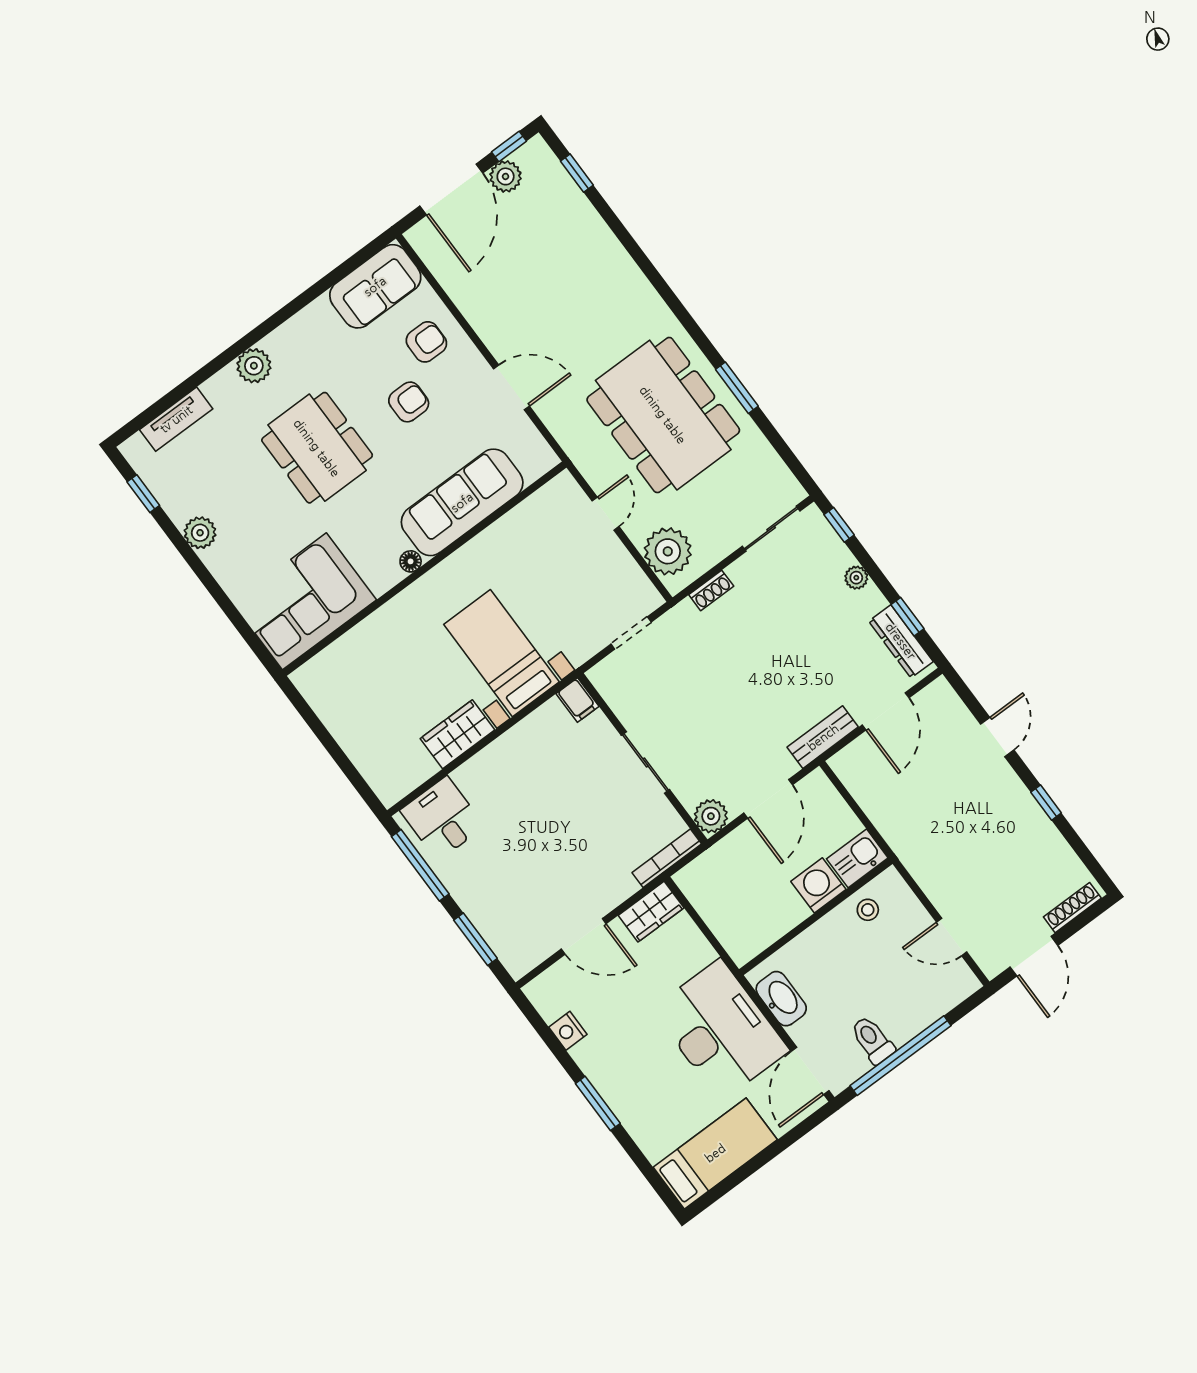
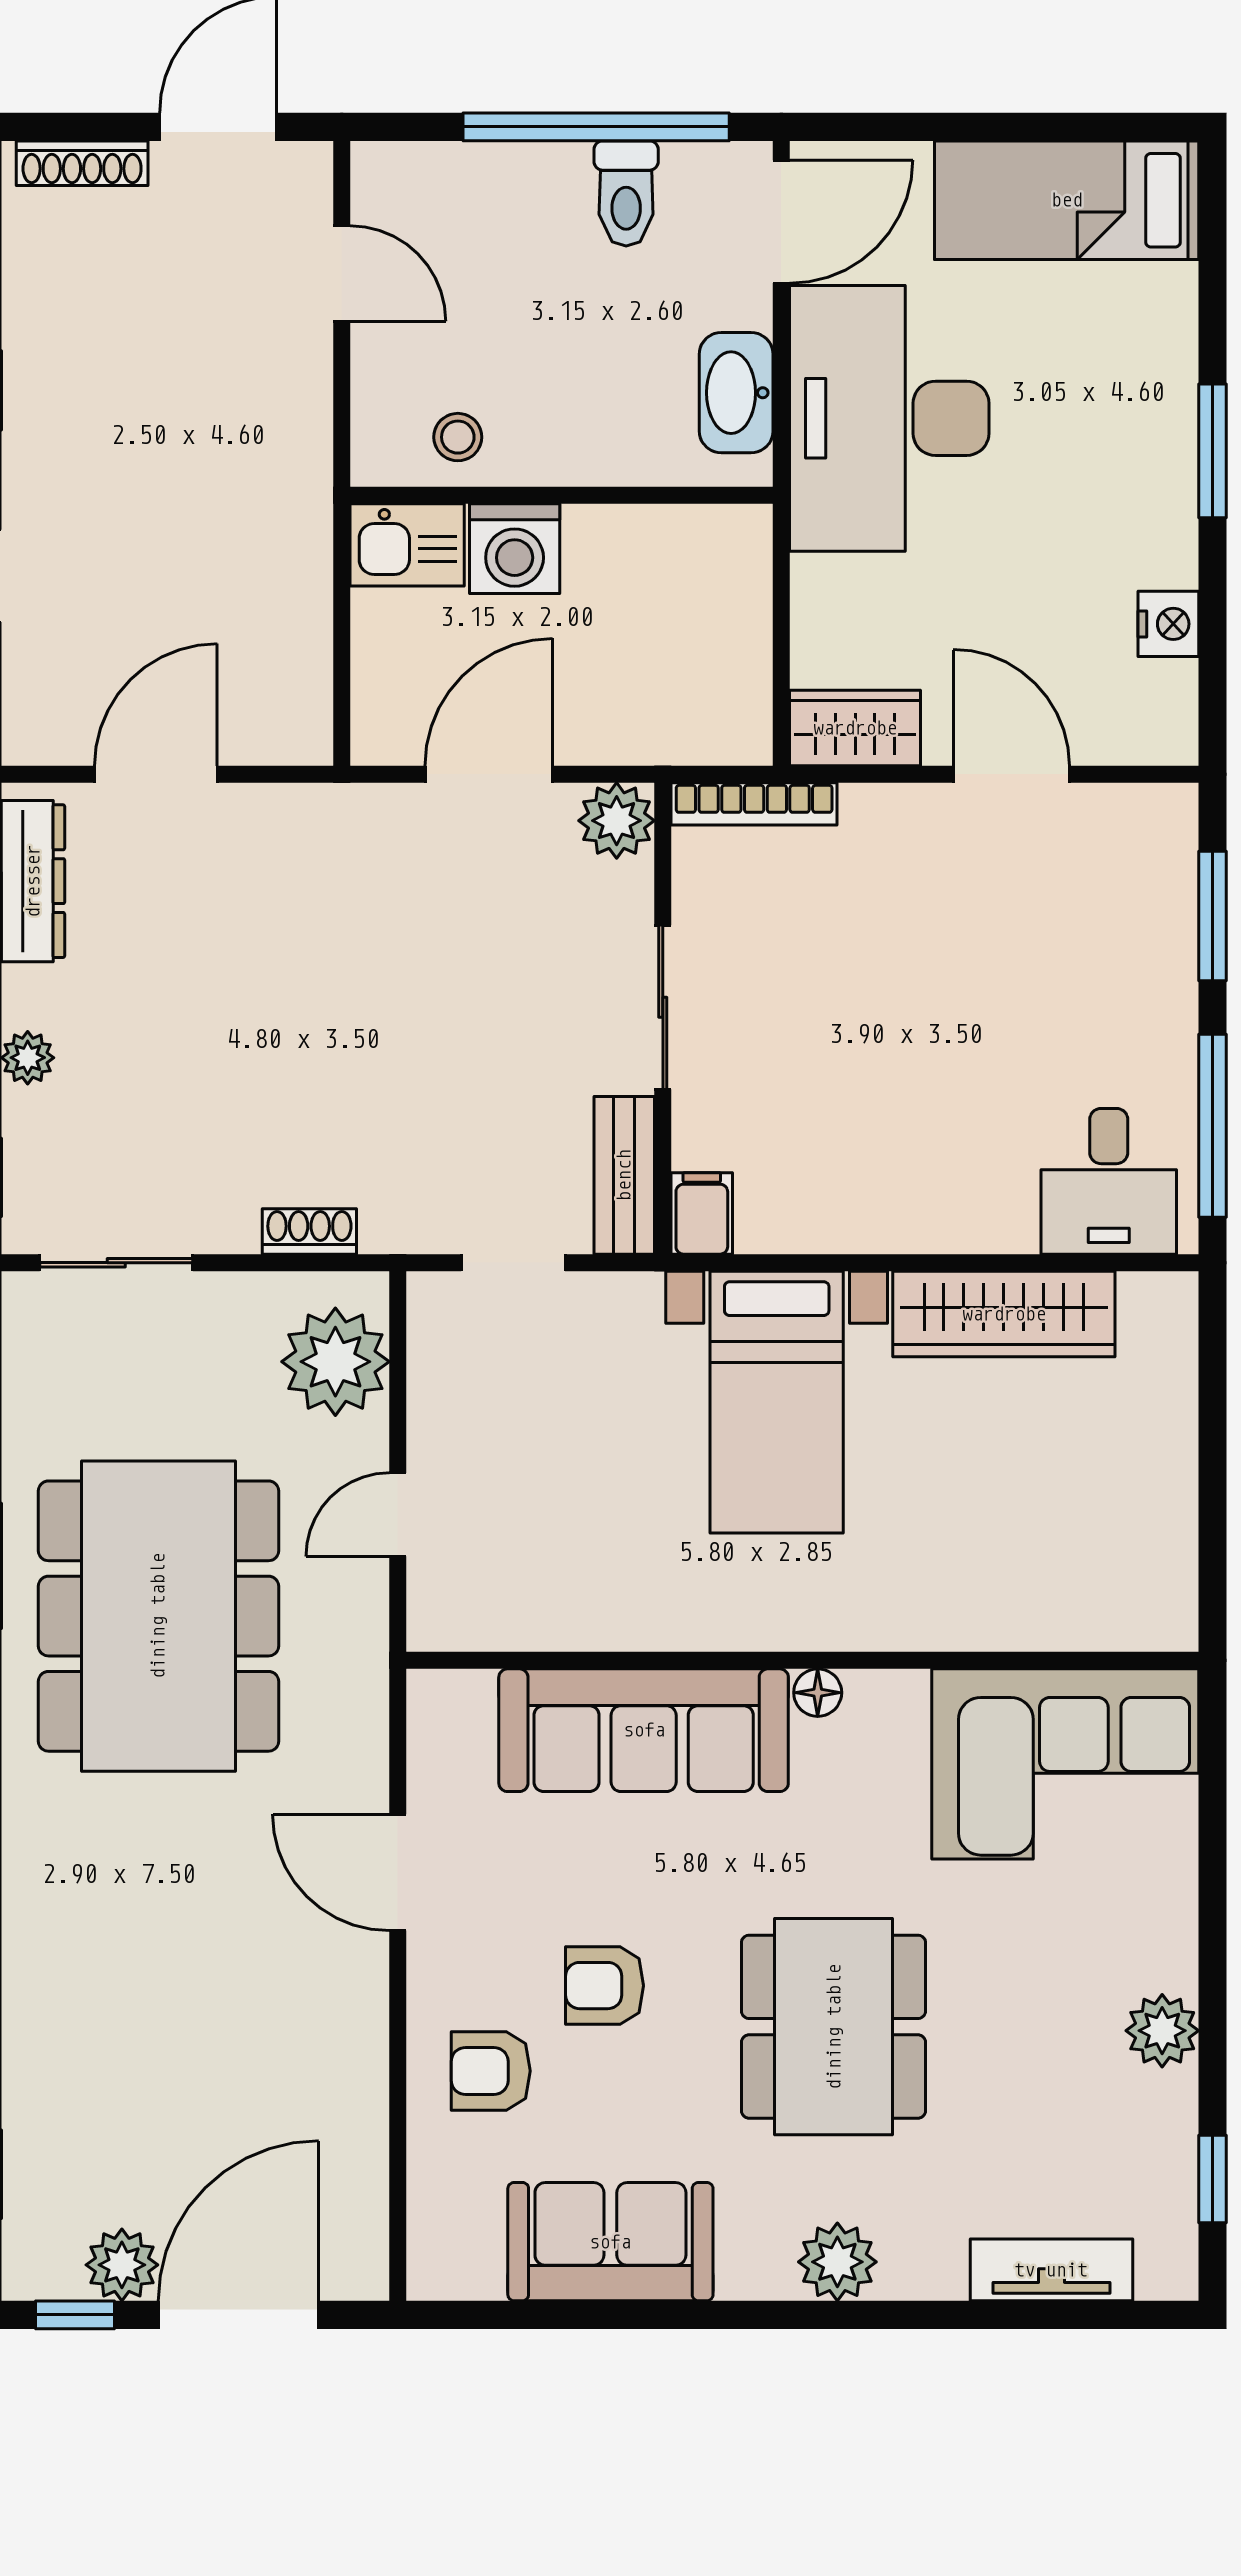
sofa: (375, 286) -> (610, 2242), moved
wardrobe: (457, 734) -> (1004, 1314), width x1.50
bench: (823, 737) -> (624, 1175), moved, turned 90

